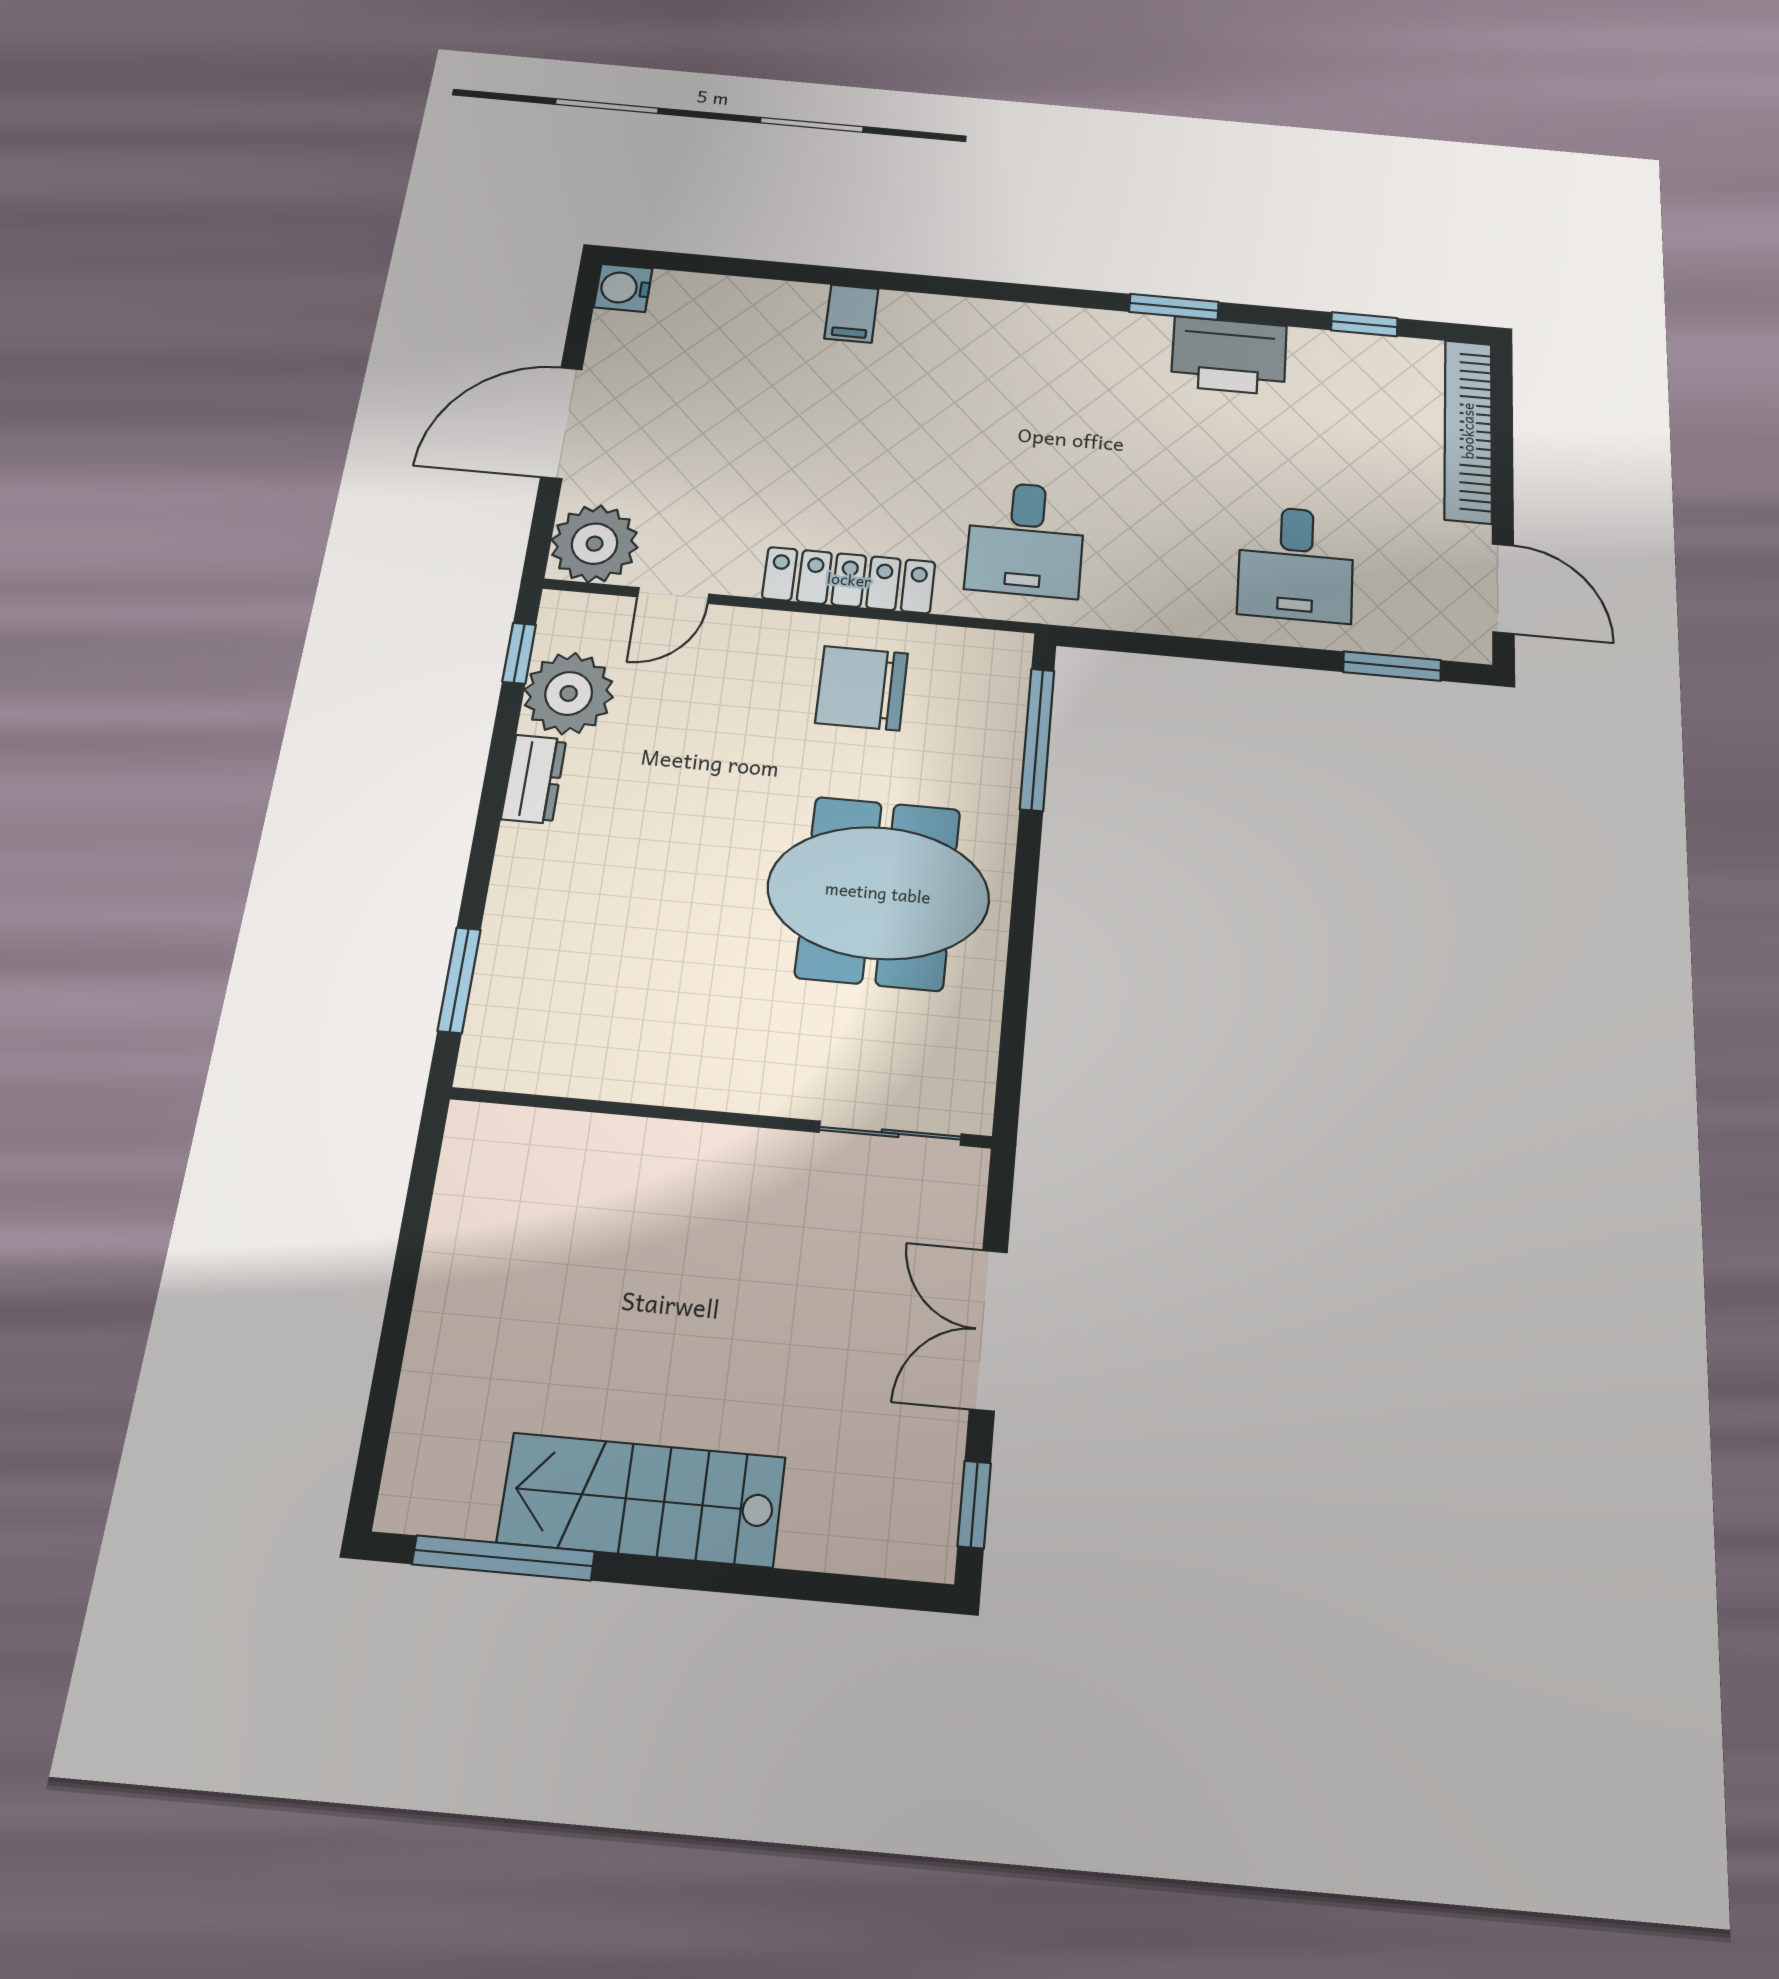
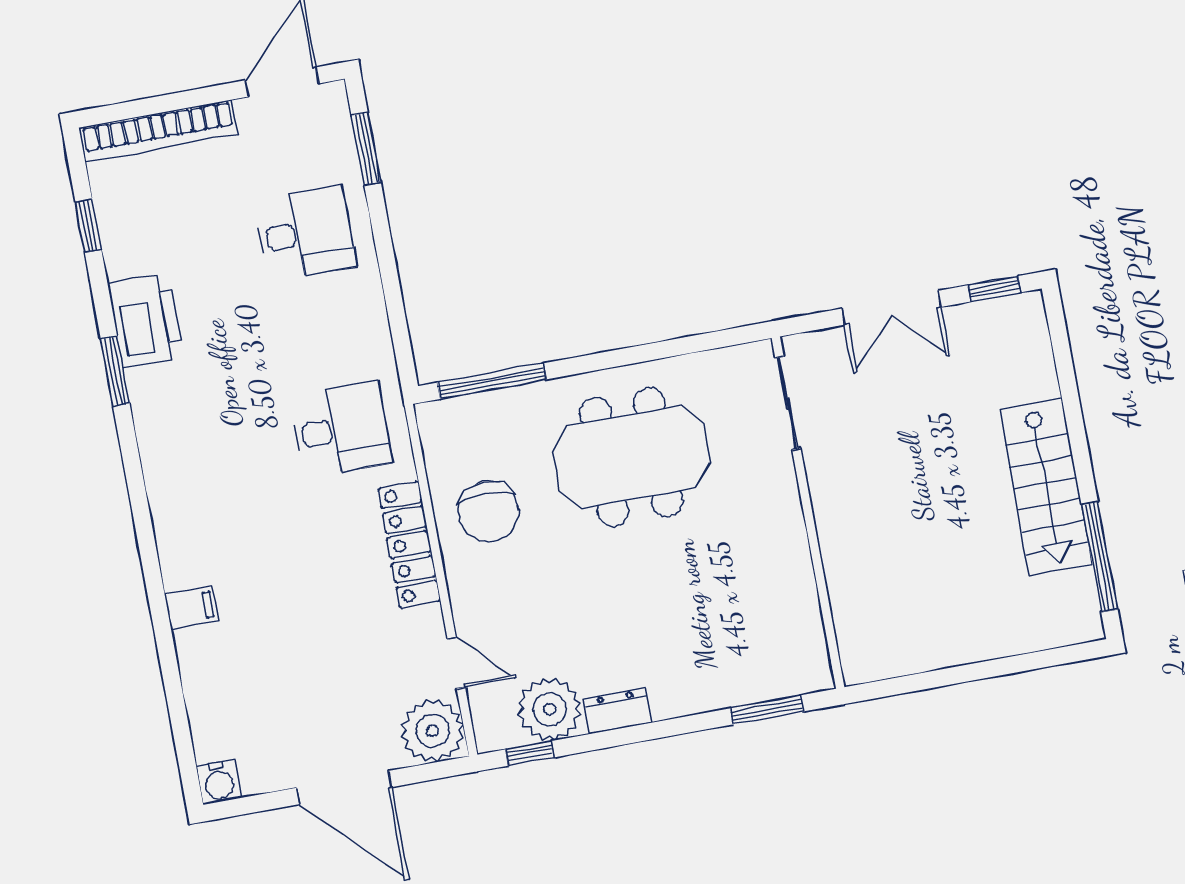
meeting table: (878, 893) -> (631, 457), turned 90

